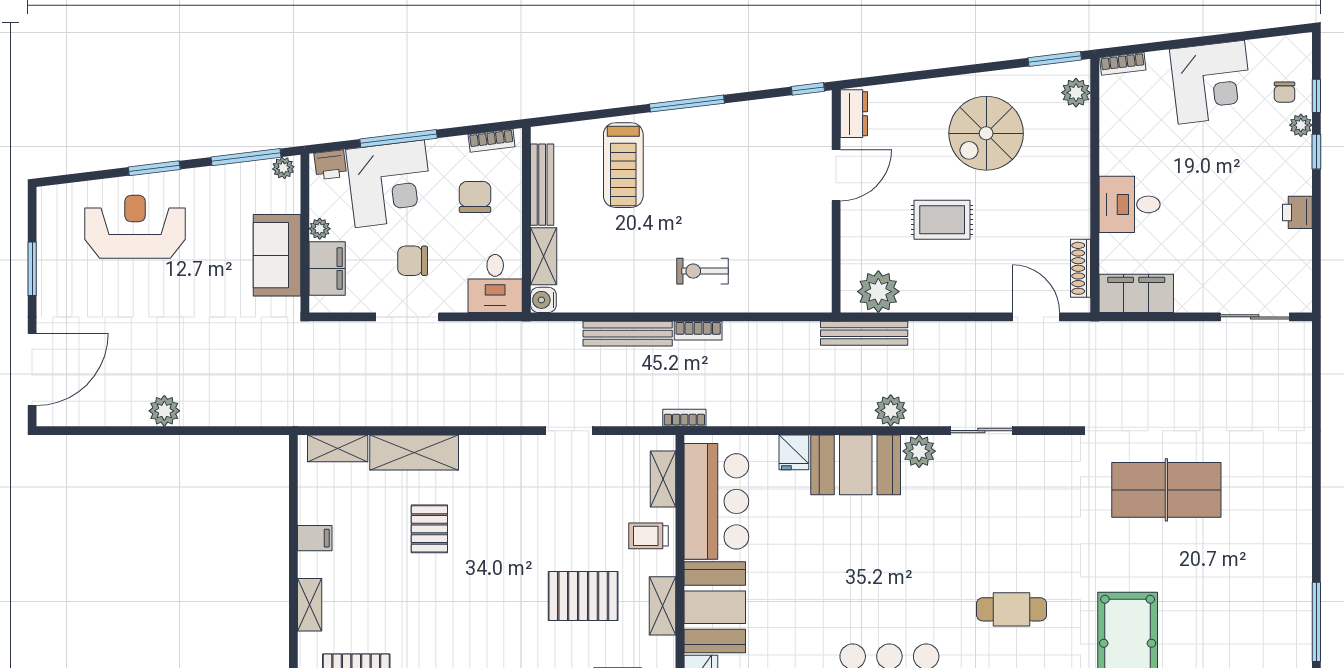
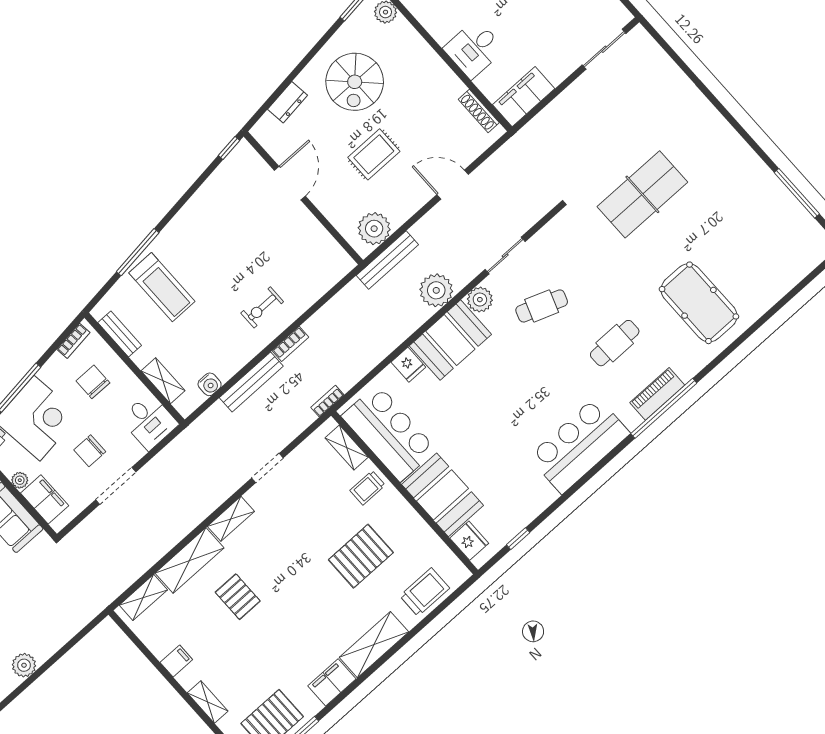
window: (687, 104) -> (138, 252), moved
dresser: (854, 114) -> (287, 102), moved, turned 83
bench: (542, 185) -> (120, 334), width x0.73
water cooler: (543, 300) -> (210, 384), moved, turned -90
door: (1036, 317) -> (453, 185), moved
plant: (891, 410) -> (436, 290), width x1.36, depth x1.36
cafe table: (973, 511) -> (542, 306), added
shelving: (662, 606) -> (231, 519), moved, turned 90

